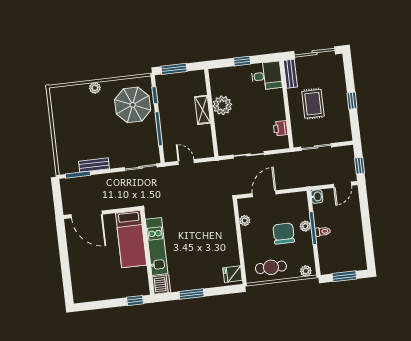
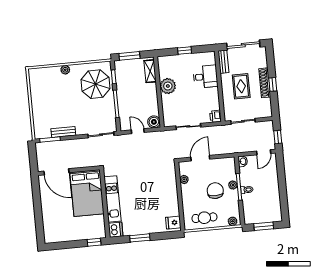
desk: (267, 76) -> (205, 77), moved
shoe rack: (342, 99) -> (265, 83), added
shelving: (203, 110) -> (150, 71), moved
printer: (281, 128) -> (216, 116), moved
boiler: (206, 150) -> (154, 122), added
bed: (131, 239) -> (87, 193), width x1.50

